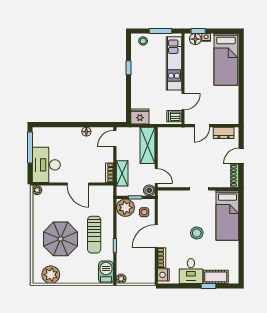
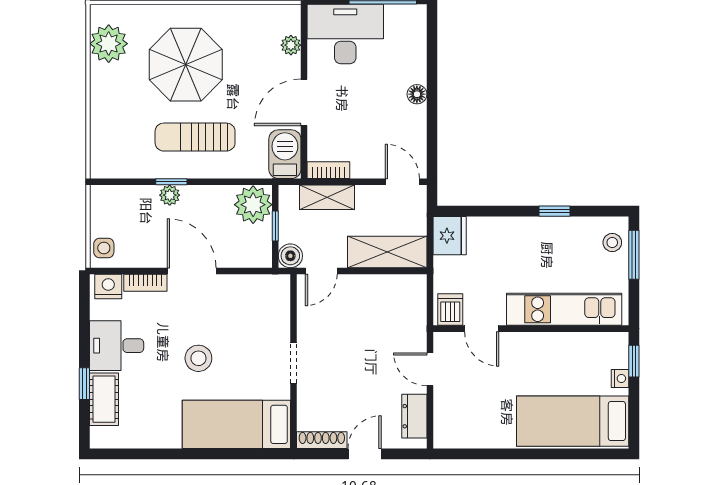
window: (161, 31) -> (634, 255), moved
floor lamp: (195, 39) -> (616, 355), removed
floor lamp: (86, 132) -> (417, 94), moved
door: (241, 156) -> (365, 454), hinge flipped
plant: (37, 190) -> (291, 45), moved
side table: (144, 212) -> (104, 248), moved
barbecue: (106, 272) -> (285, 154), moved, turned -90
plant: (121, 279) -> (170, 195), moved

